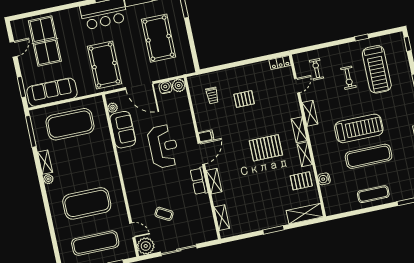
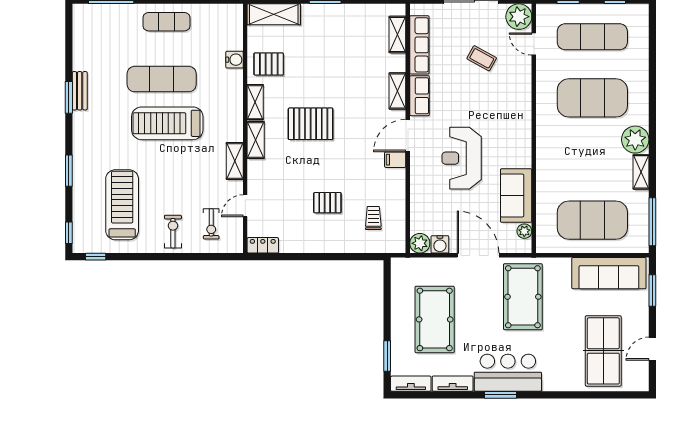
window: (362, 37) -> (96, 257), moved
exercise bike: (348, 78) -> (173, 232), moved
plant: (48, 179) -> (635, 140), width x1.88, depth x1.88
row of seats: (206, 214) -> (419, 45), added

